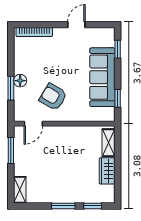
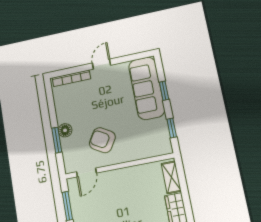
door: (76, 25) -> (101, 64), moved
window: (118, 49) -> (164, 91), moved
sofa: (102, 77) -> (147, 88), moved

